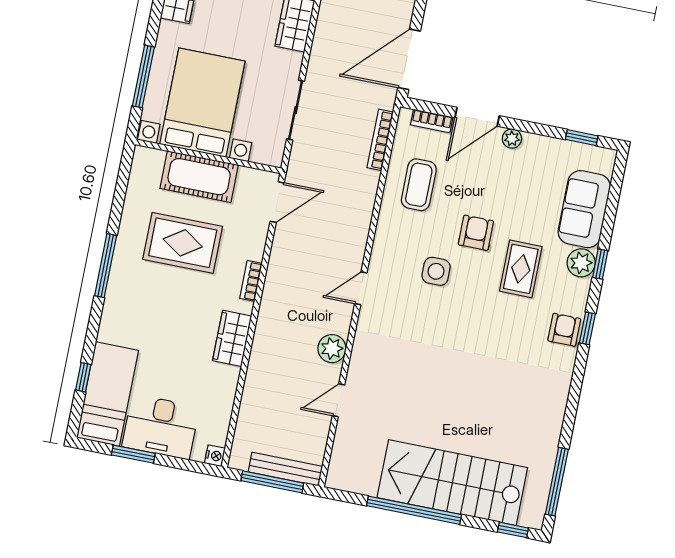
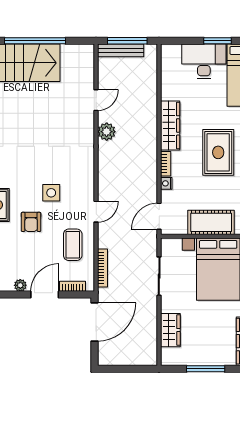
rug: (183, 243) -> (218, 152), moved, turned 90
door: (361, 288) -> (96, 212), moved
wardrobe: (232, 338) -> (170, 125), width x1.50
nightstand: (215, 456) -> (166, 183), moved

